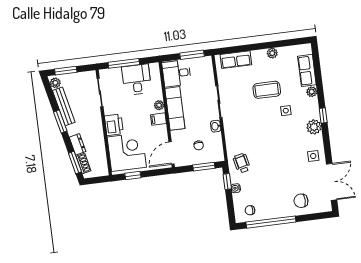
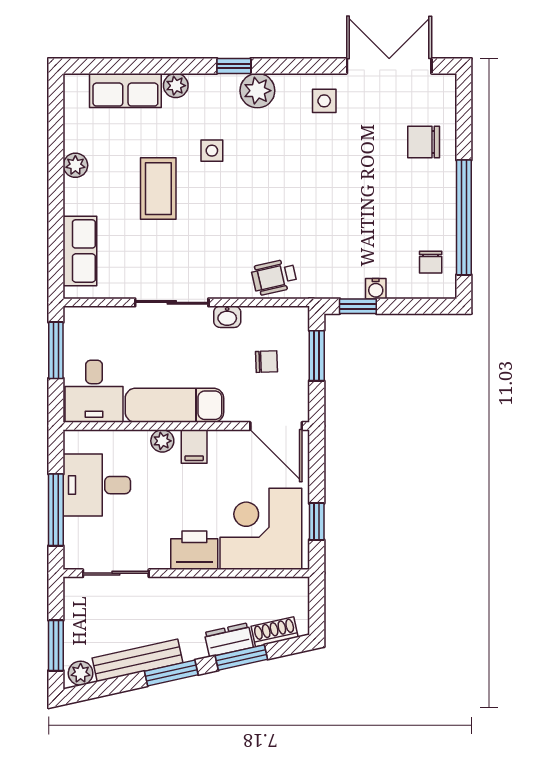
window: (75, 162) -> (241, 657), moved
wheelchair: (242, 163) -> (274, 277), moved
chair: (301, 201) -> (424, 142), turned 90

